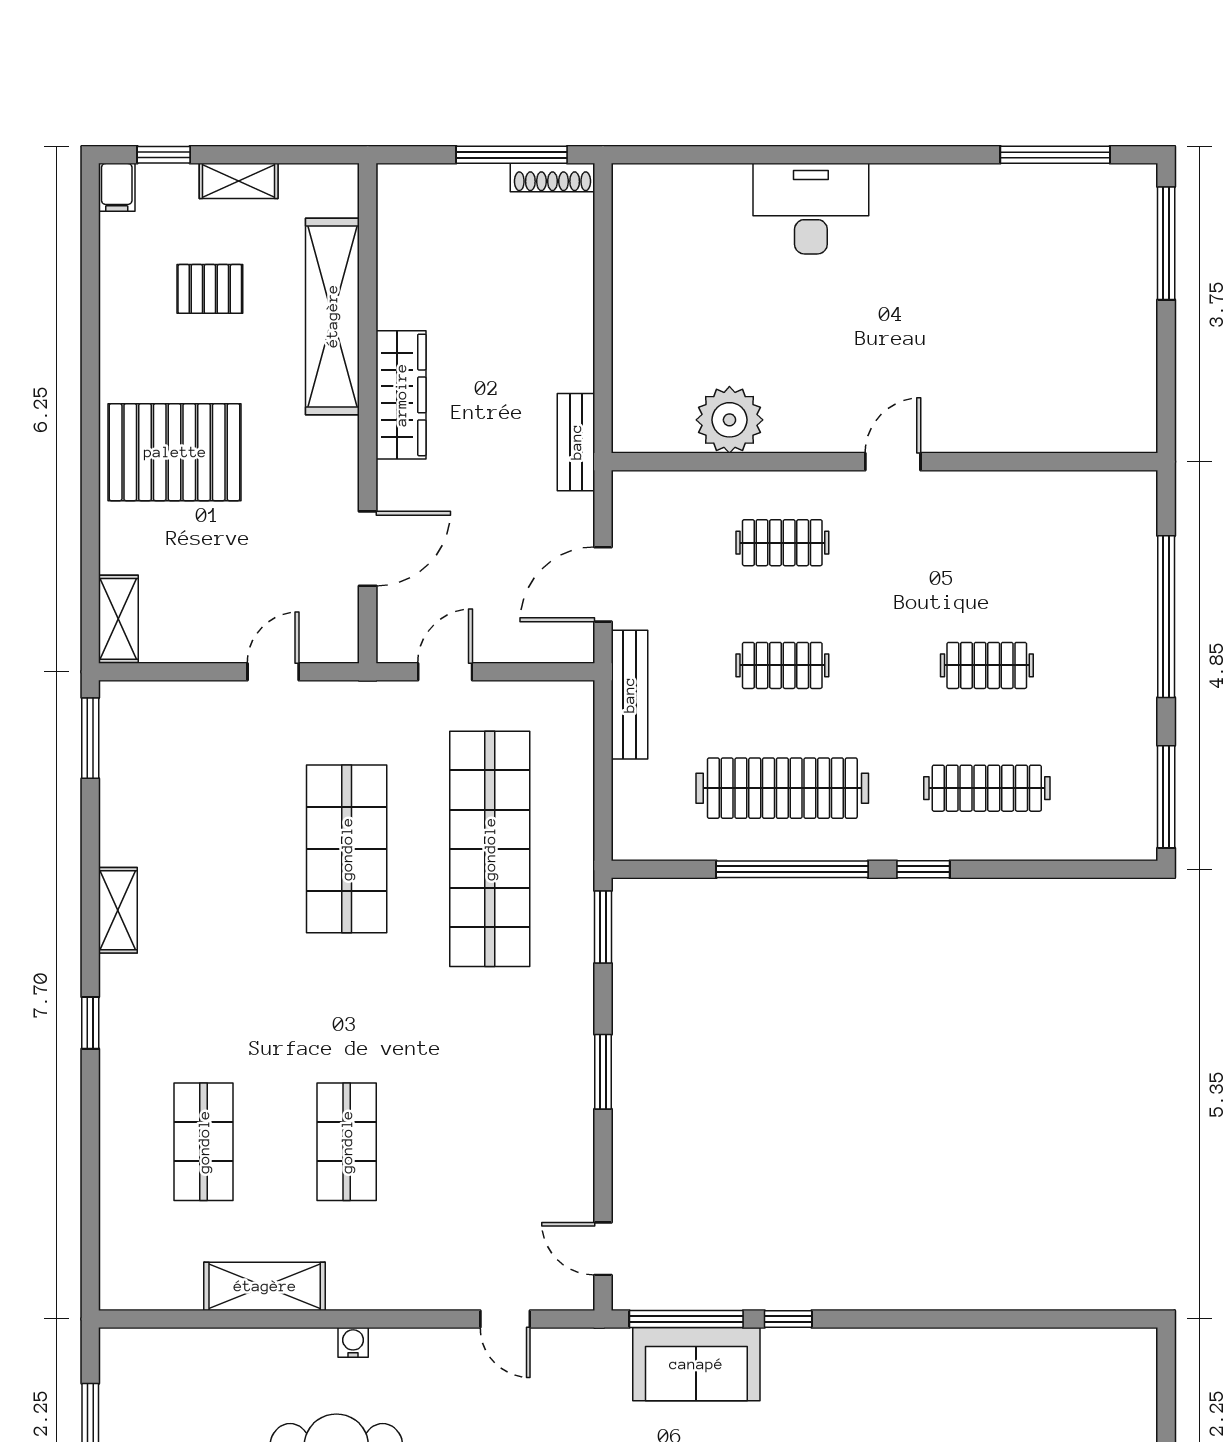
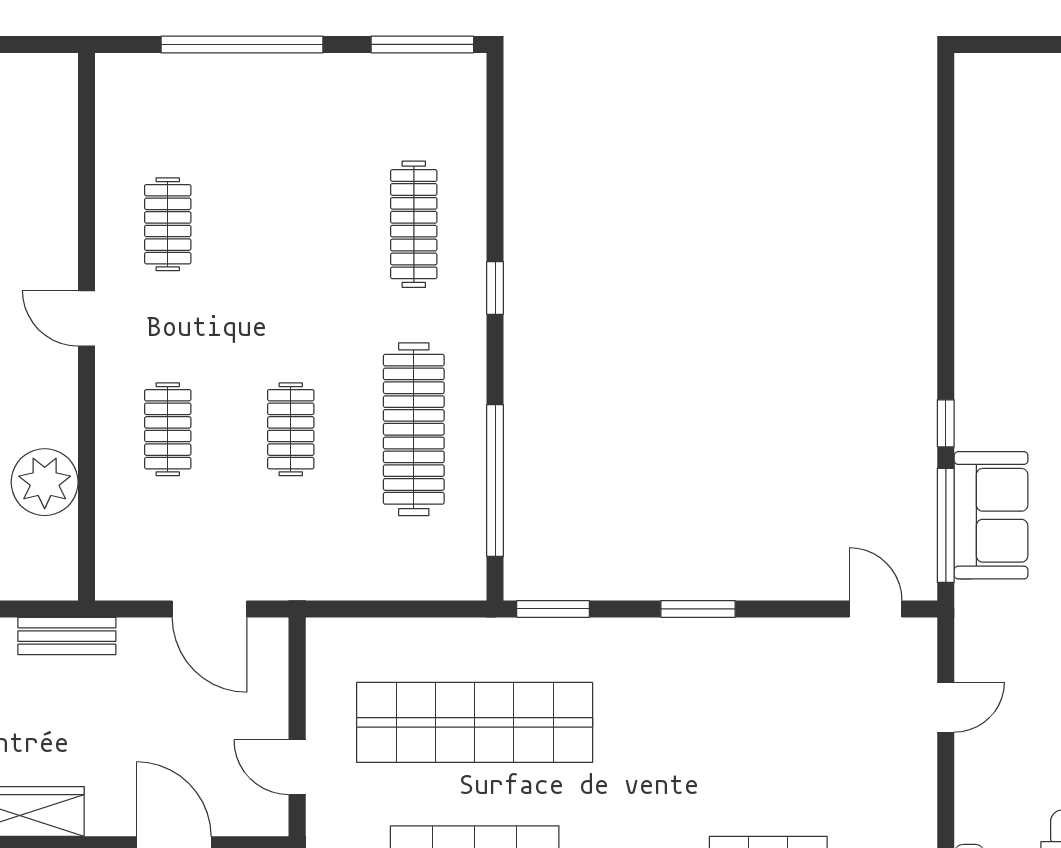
clothes rail: (987, 665) -> (168, 224), moved
bench: (629, 695) -> (320, 582), removed
window: (792, 869) -> (495, 481), moved
door: (603, 1249) -> (875, 609), swing flipped

